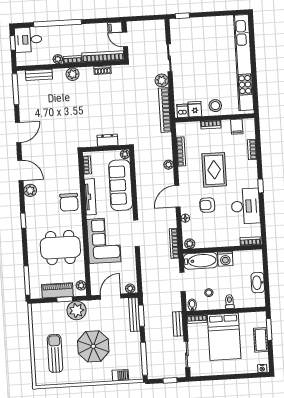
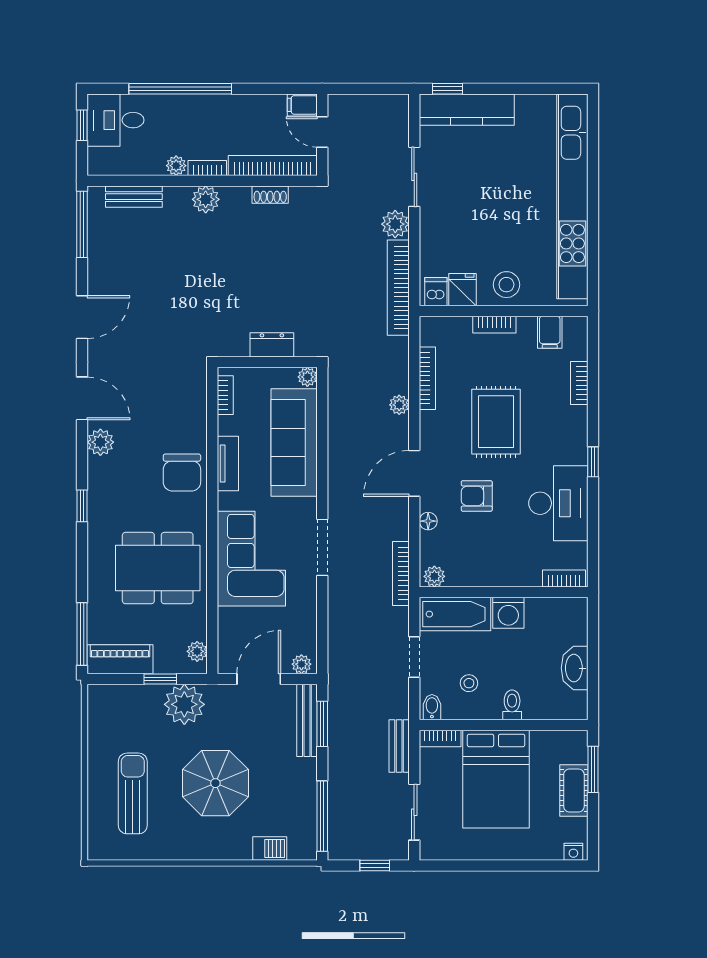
kitchen counter: (192, 25) -> (467, 110), added
tv unit: (90, 197) -> (228, 463), width x0.71
piano: (57, 290) -> (120, 659), moved

